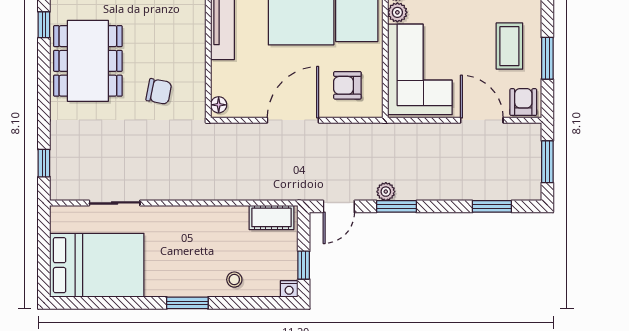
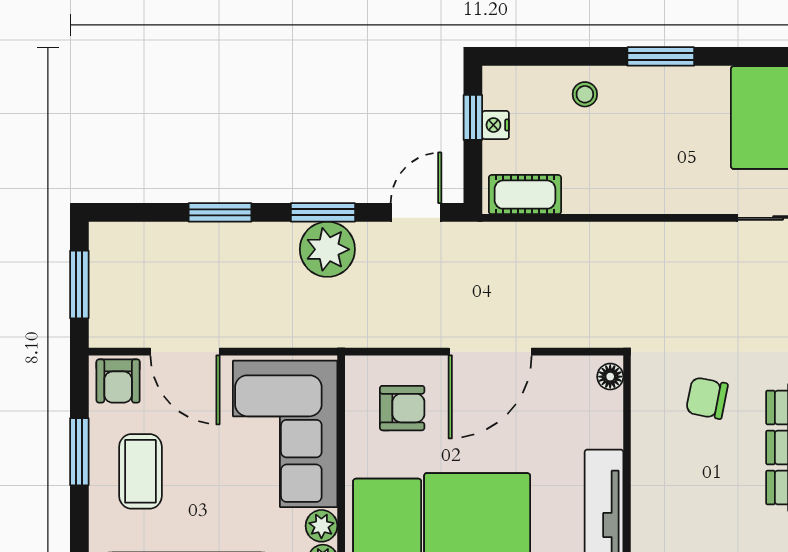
plant: (386, 192) -> (327, 249), width x1.88, depth x1.88
window: (492, 206) -> (220, 212), moved
nightstand: (289, 289) -> (496, 125), moved, turned -90

